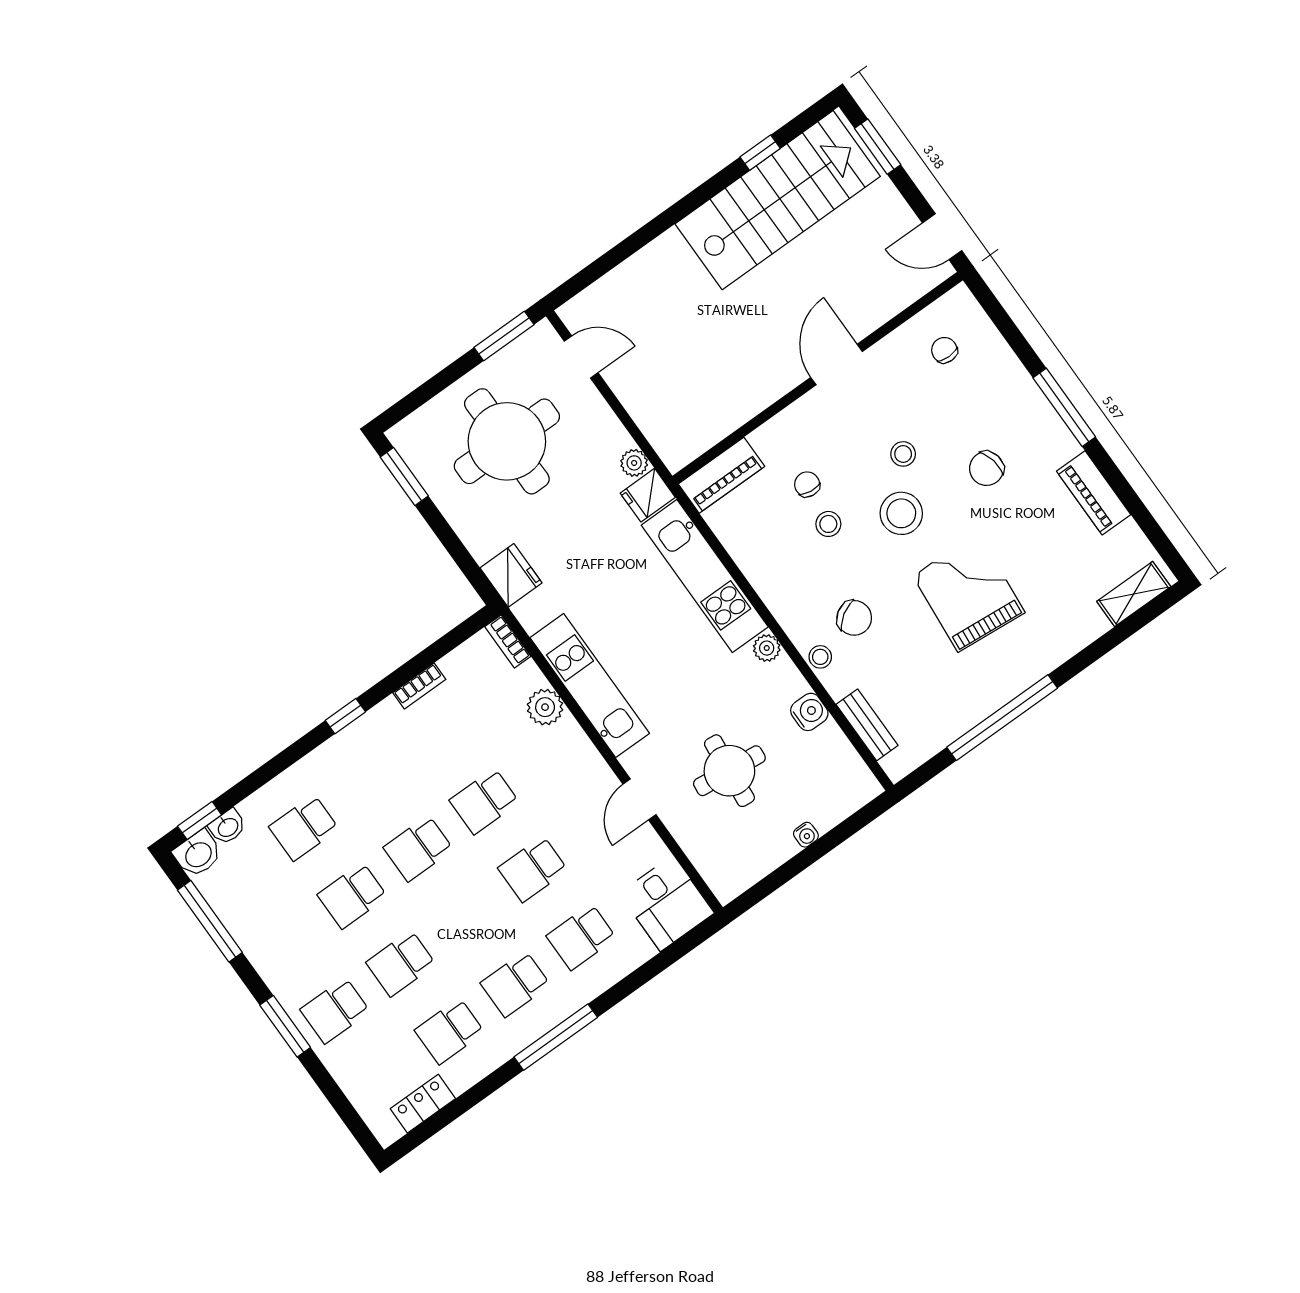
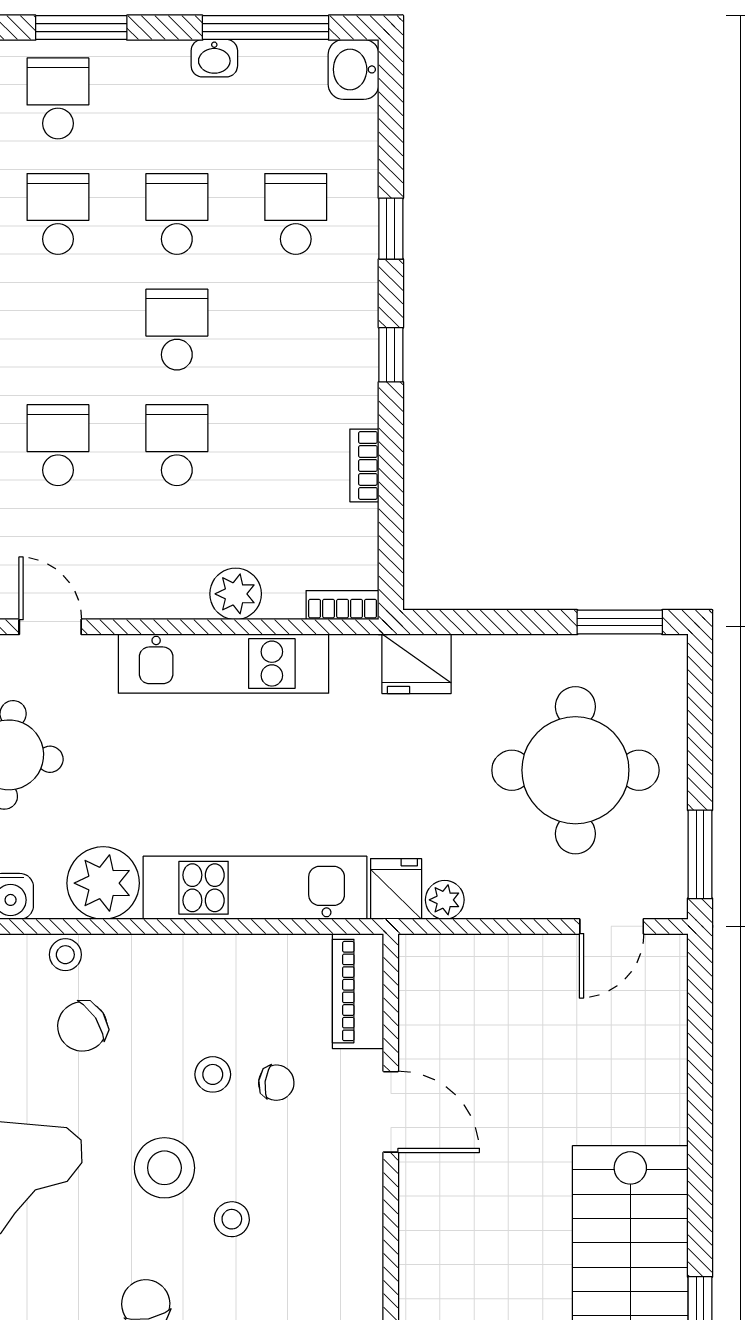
door: (837, 364) -> (391, 1112), moved
plant: (767, 648) -> (103, 883), width x1.87, depth x1.87
window: (200, 821) -> (391, 229), moved
washbasin: (228, 827) -> (214, 58), moved, turned -90

